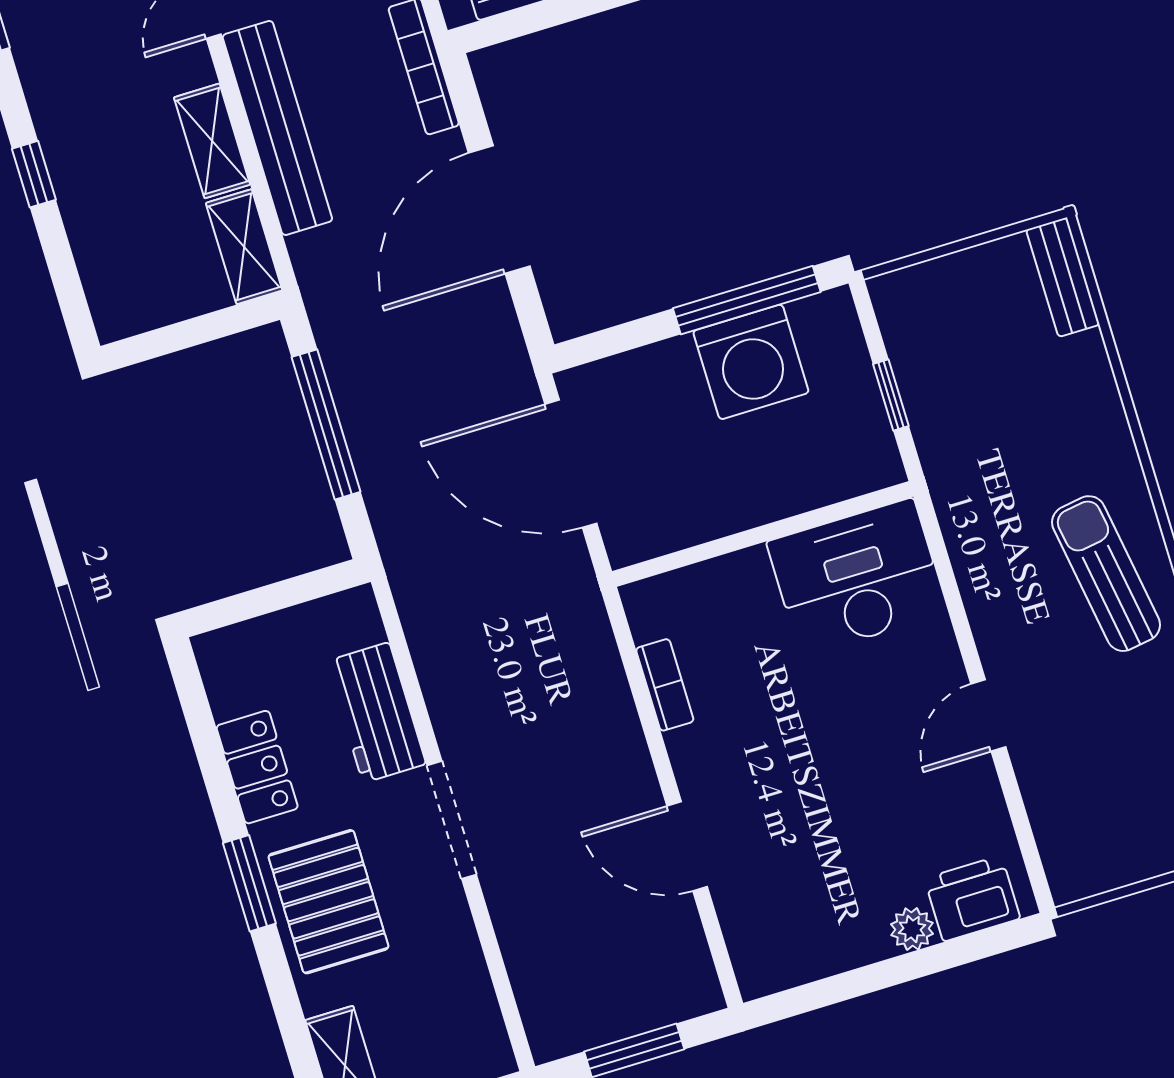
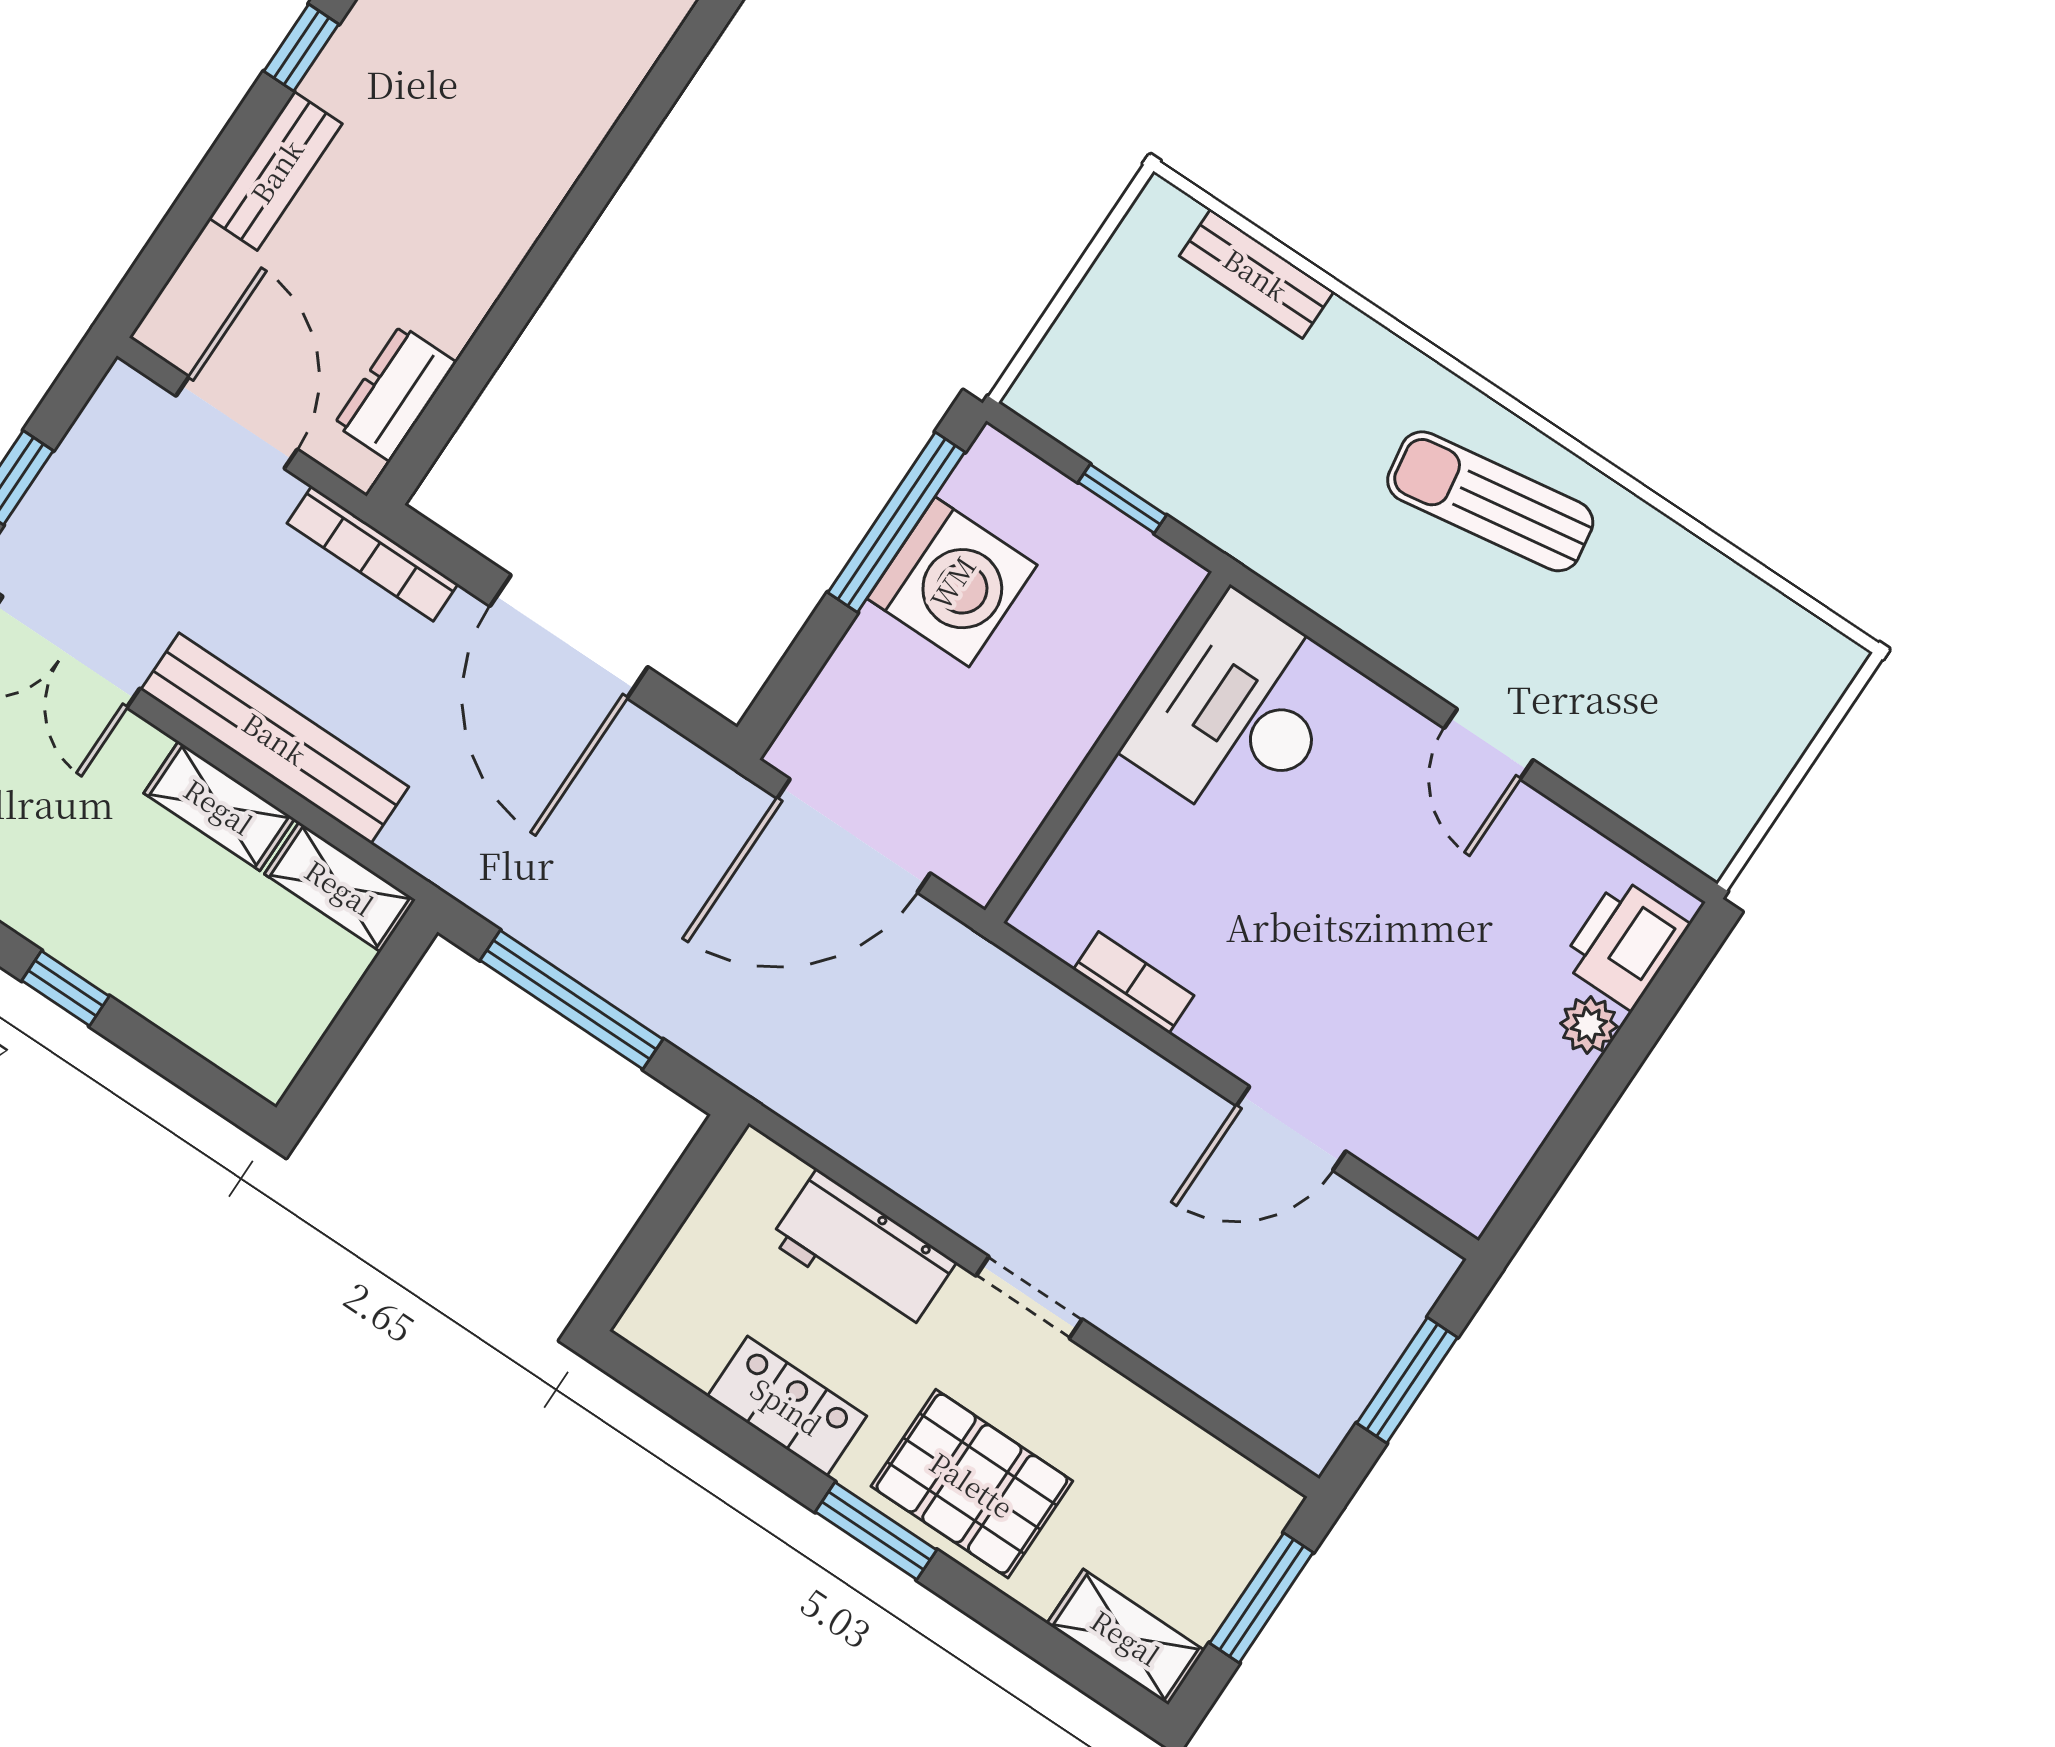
bench: (1063, 277) -> (1256, 274), moved
doorway: (452, 820) -> (1029, 1298), width x0.73

